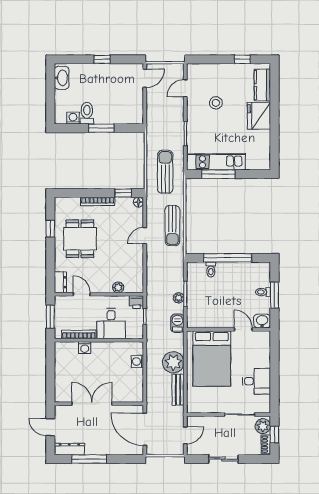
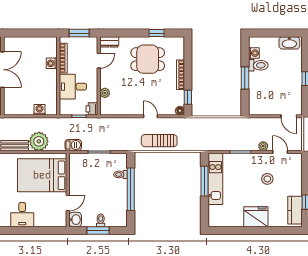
kitchen counter: (262, 85) -> (295, 210), moved, turned -90
sun lounger: (165, 172) -> (207, 134), removed
plant: (179, 298) -> (263, 146), moved

